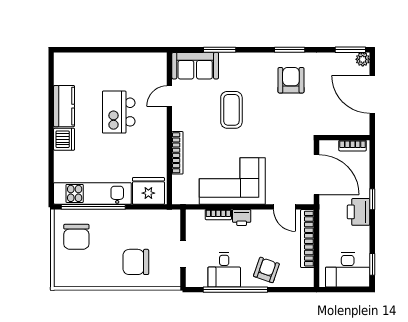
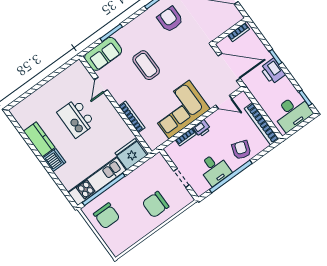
bookcase: (307, 239) -> (262, 124), moved

